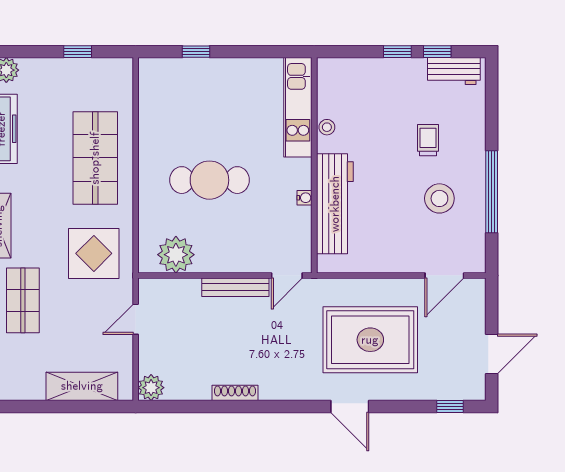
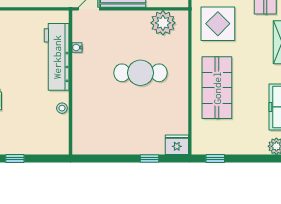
window: (78, 52) -> (215, 159), moved
fridge: (155, 72) -> (177, 145), added
kitchen unit: (298, 107) -> (81, 121), removed
water cooler: (305, 198) -> (77, 48), moved

